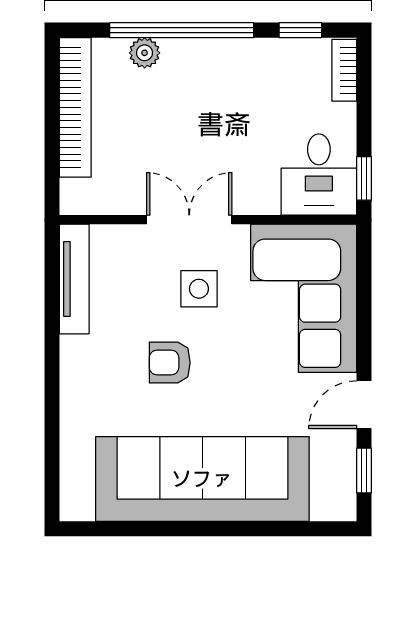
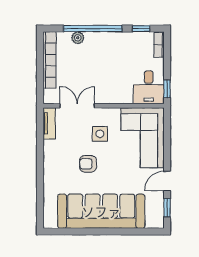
double door: (189, 220) -> (77, 106), moved
tv unit: (74, 279) -> (49, 123), width x0.71

